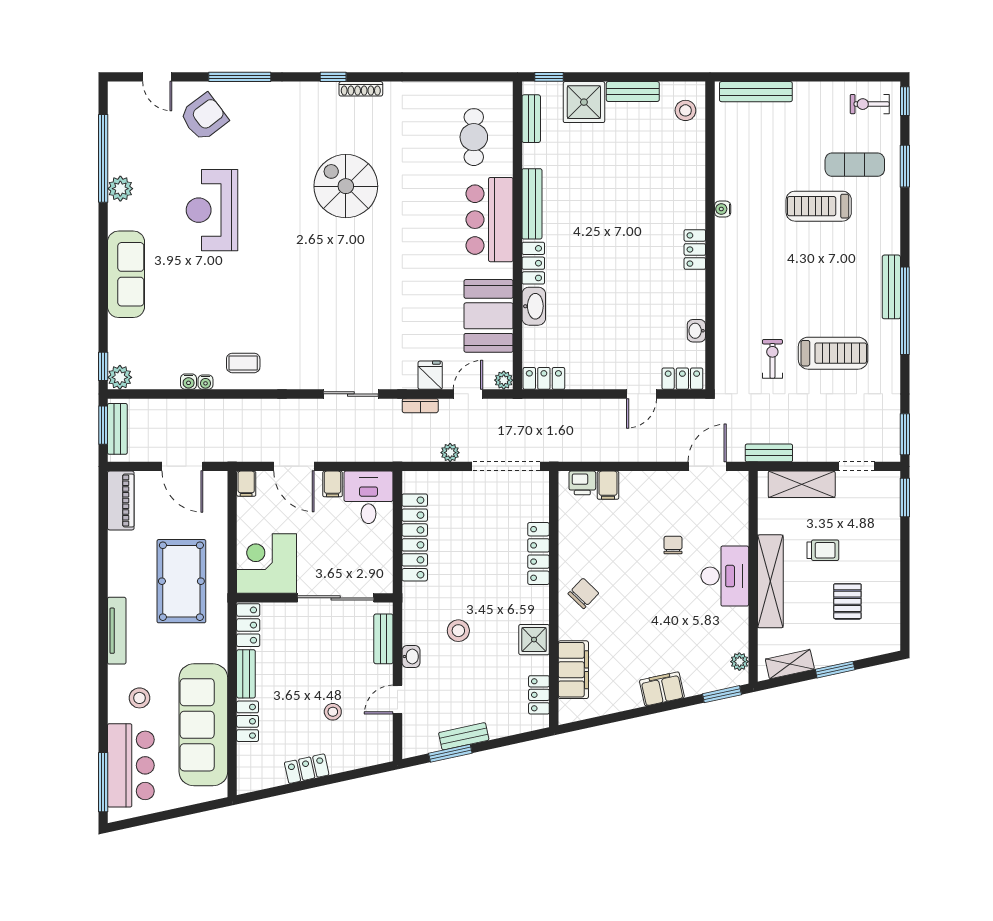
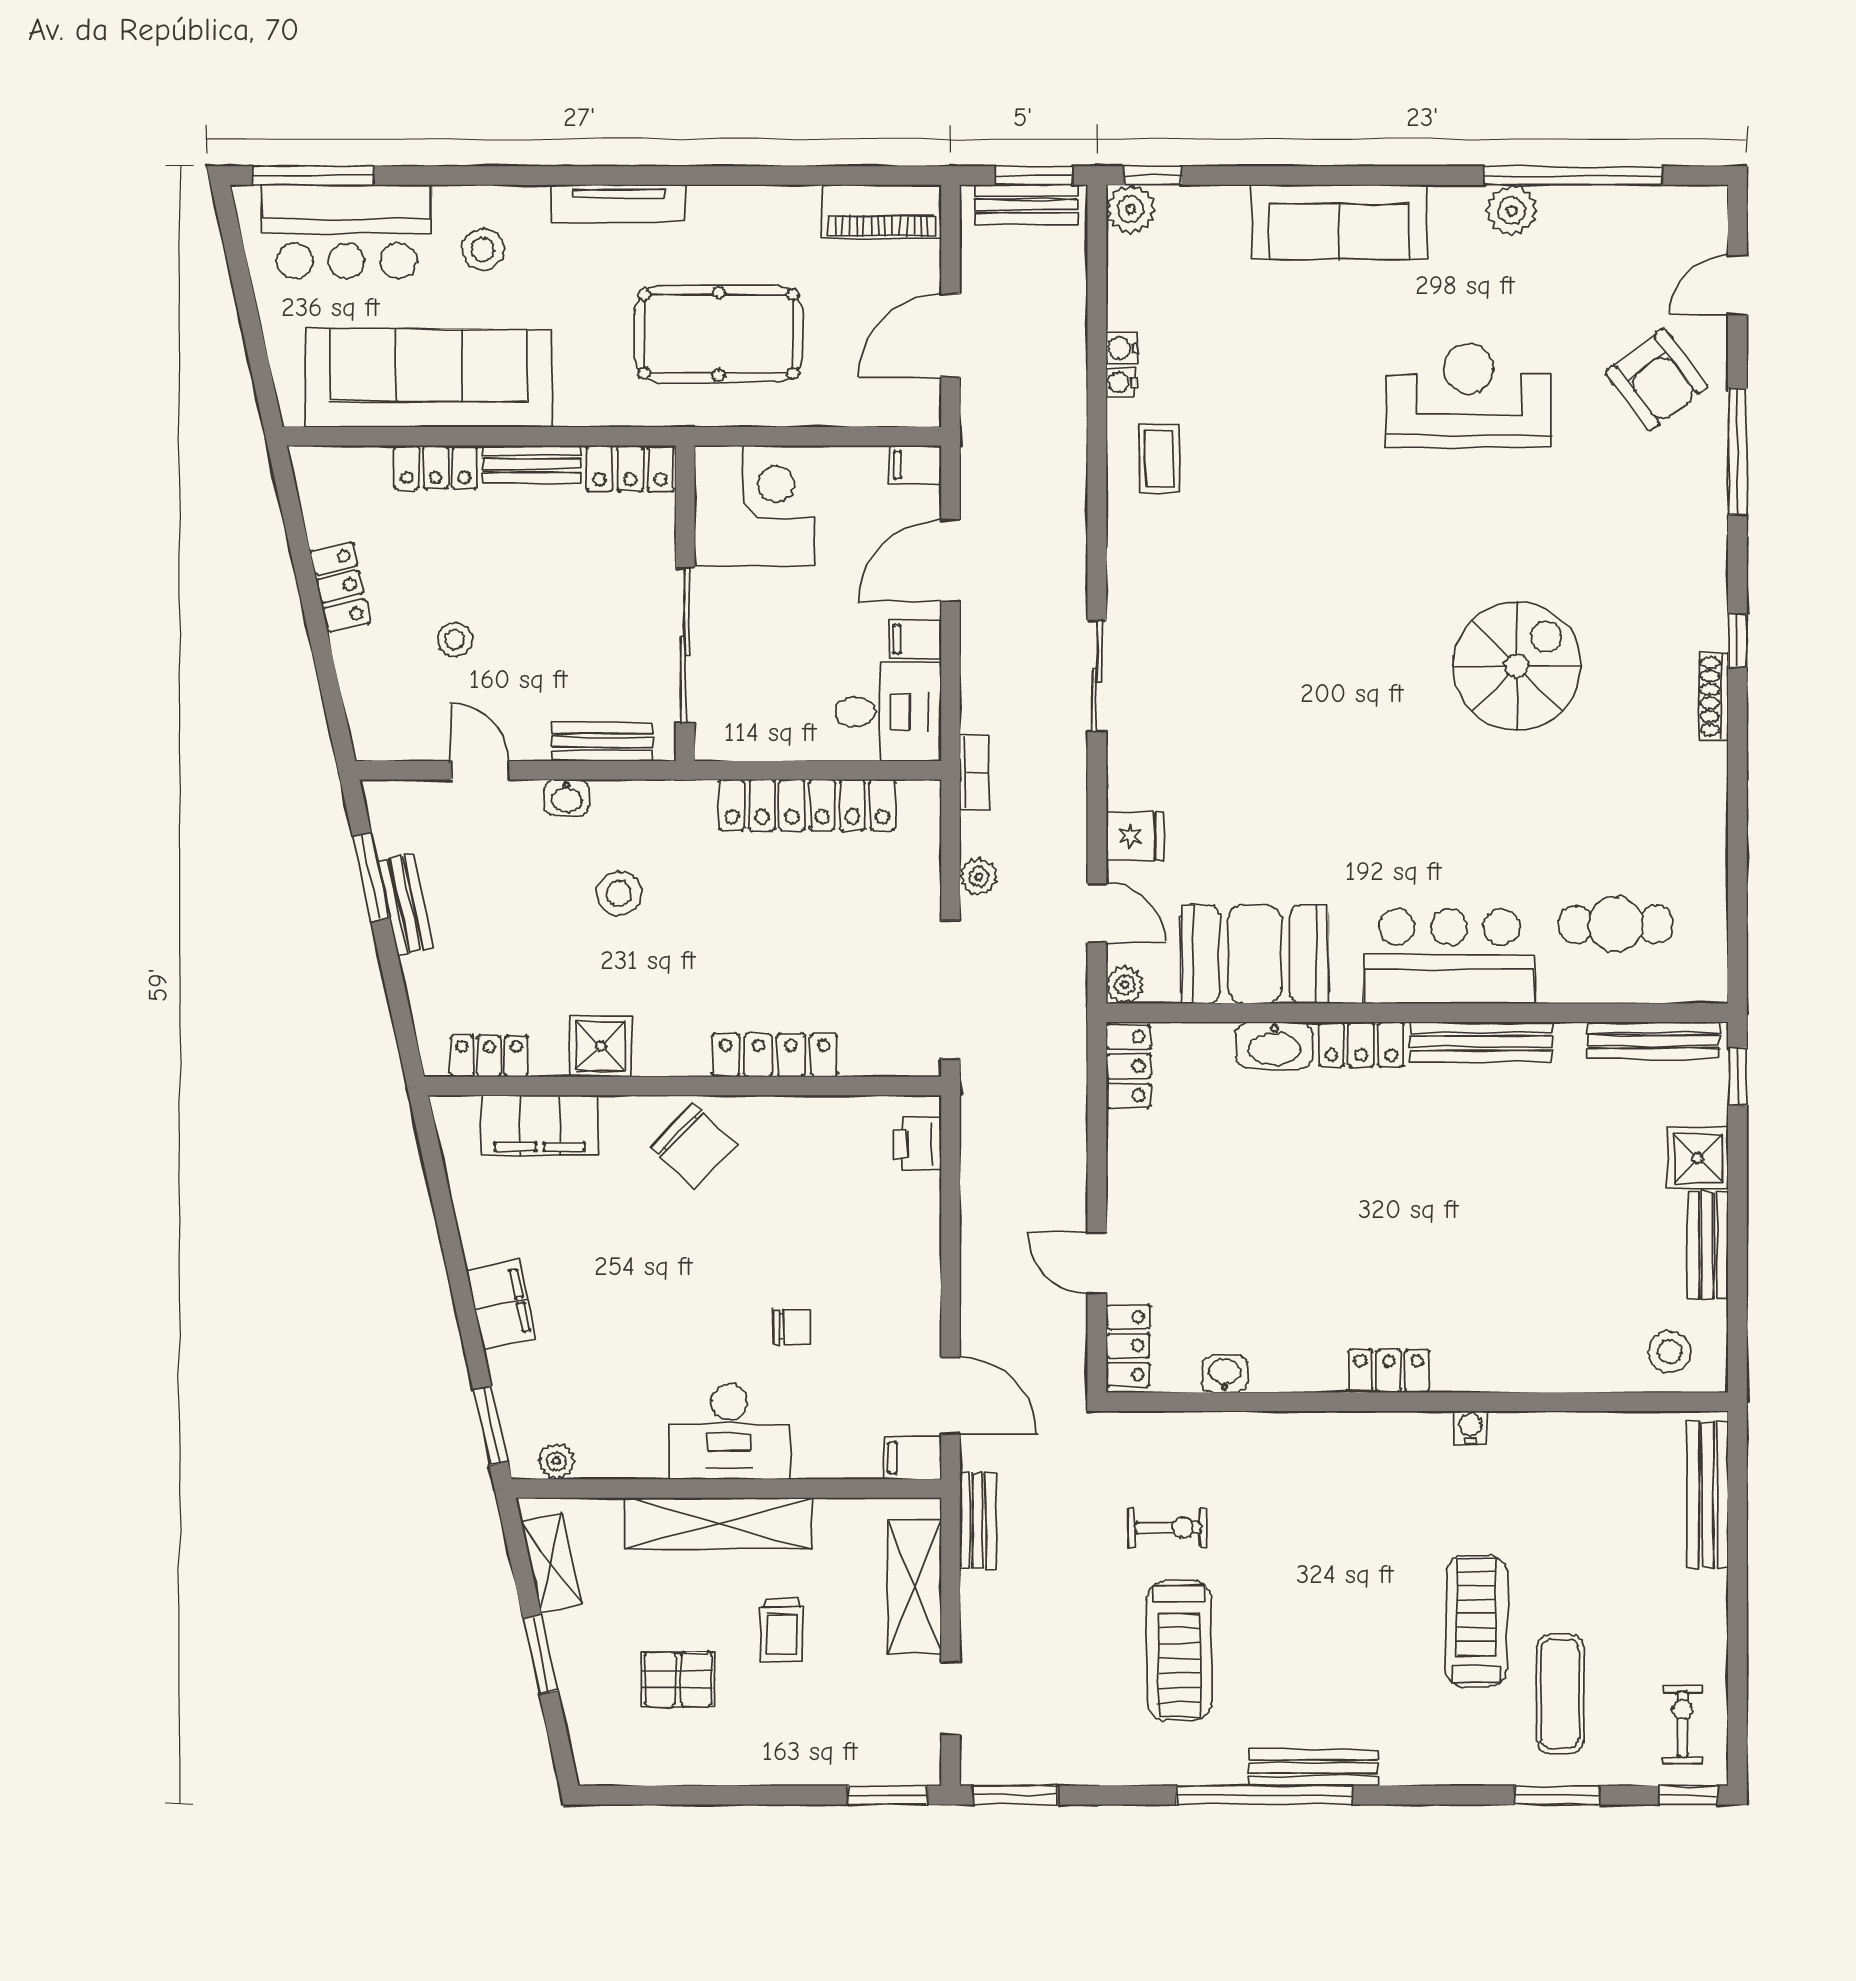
shower: (584, 102) -> (1698, 1158), width x0.73, depth x0.73
bench: (531, 119) -> (1653, 1040), width x1.36
bookcase: (420, 406) -> (974, 773), moved, turned 180
filing cabinet: (608, 485) -> (913, 1458), moved
chair: (583, 593) -> (694, 1146), width x1.37, depth x1.37

